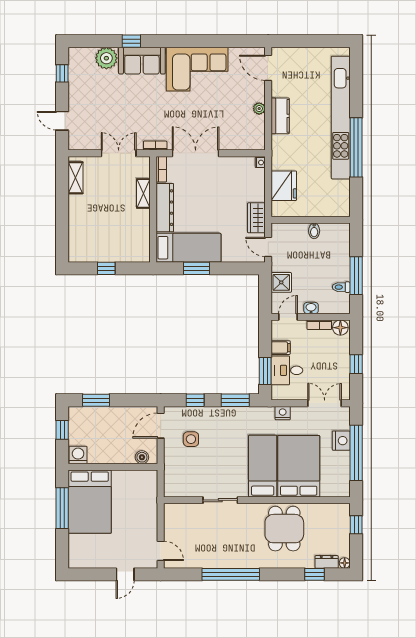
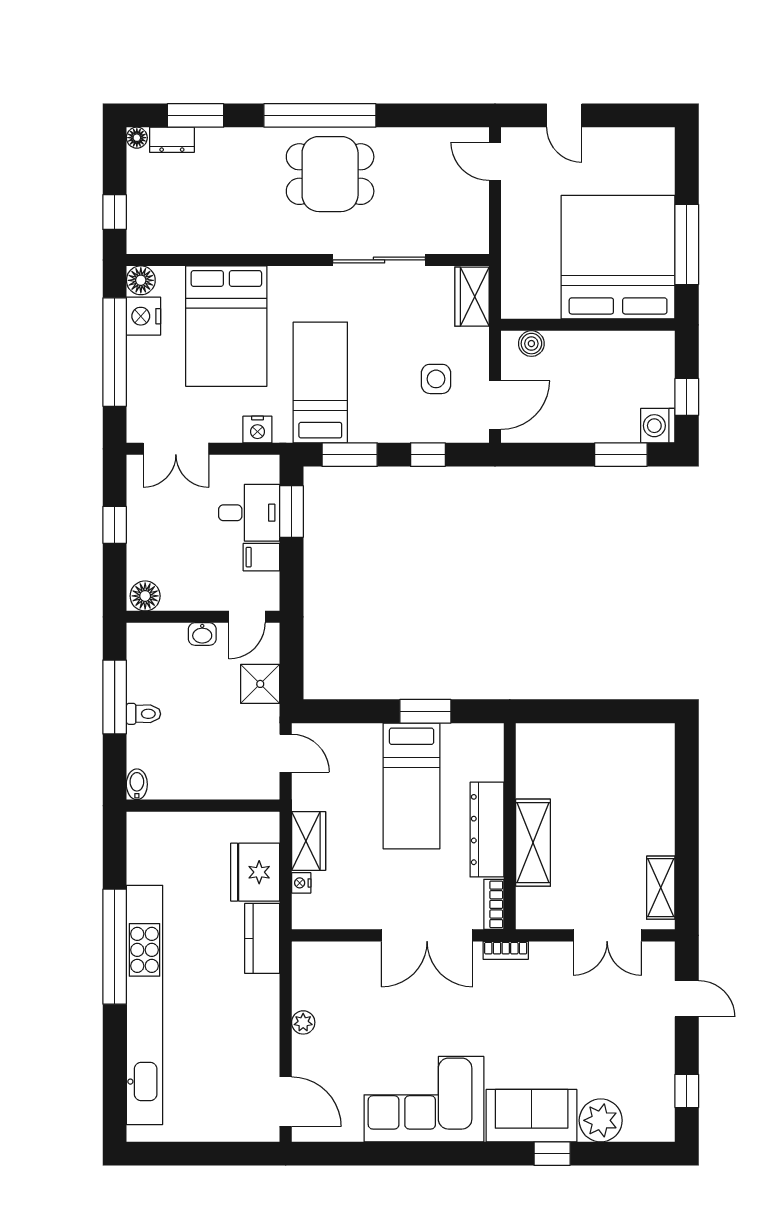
kitchen counter: (280, 116) -> (262, 938), moved
double door: (119, 153) -> (607, 935), moved
nightstand: (260, 163) -> (301, 883), moved
shelving: (143, 193) -> (533, 843), width x1.50, depth x1.33
wardrobe: (256, 218) -> (309, 841), moved
bidet: (314, 231) -> (137, 784), moved
bed: (188, 248) -> (412, 786), moved, turned -90
window: (106, 268) -> (601, 711), removed
toilet: (341, 287) -> (143, 714), moved
bookcase: (319, 325) -> (186, 601), removed
nightstand: (341, 441) -> (143, 316), moved
washing machine: (78, 455) -> (658, 426), moved, turned 90
bed: (263, 466) -> (320, 382), moved, turned 180
wardrobe: (172, 481) -> (472, 297), added
floor lamp: (343, 490) -> (141, 280), added
sliding door: (220, 500) -> (379, 260), width x1.37
bed: (90, 502) -> (618, 257), width x1.36
dining table: (284, 529) -> (330, 174), moved, turned 90
door: (125, 574) -> (564, 115), swing flipped
window: (231, 574) -> (320, 115), moved
window: (314, 574) -> (196, 115), width x1.50

